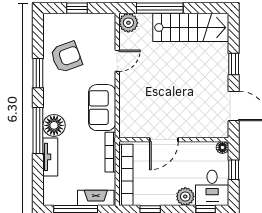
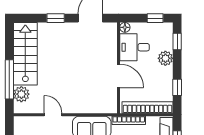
plant: (128, 23) -> (21, 94), moved
window: (234, 170) -> (155, 18), moved
desk: (212, 188) -> (135, 47), moved, turned 180

